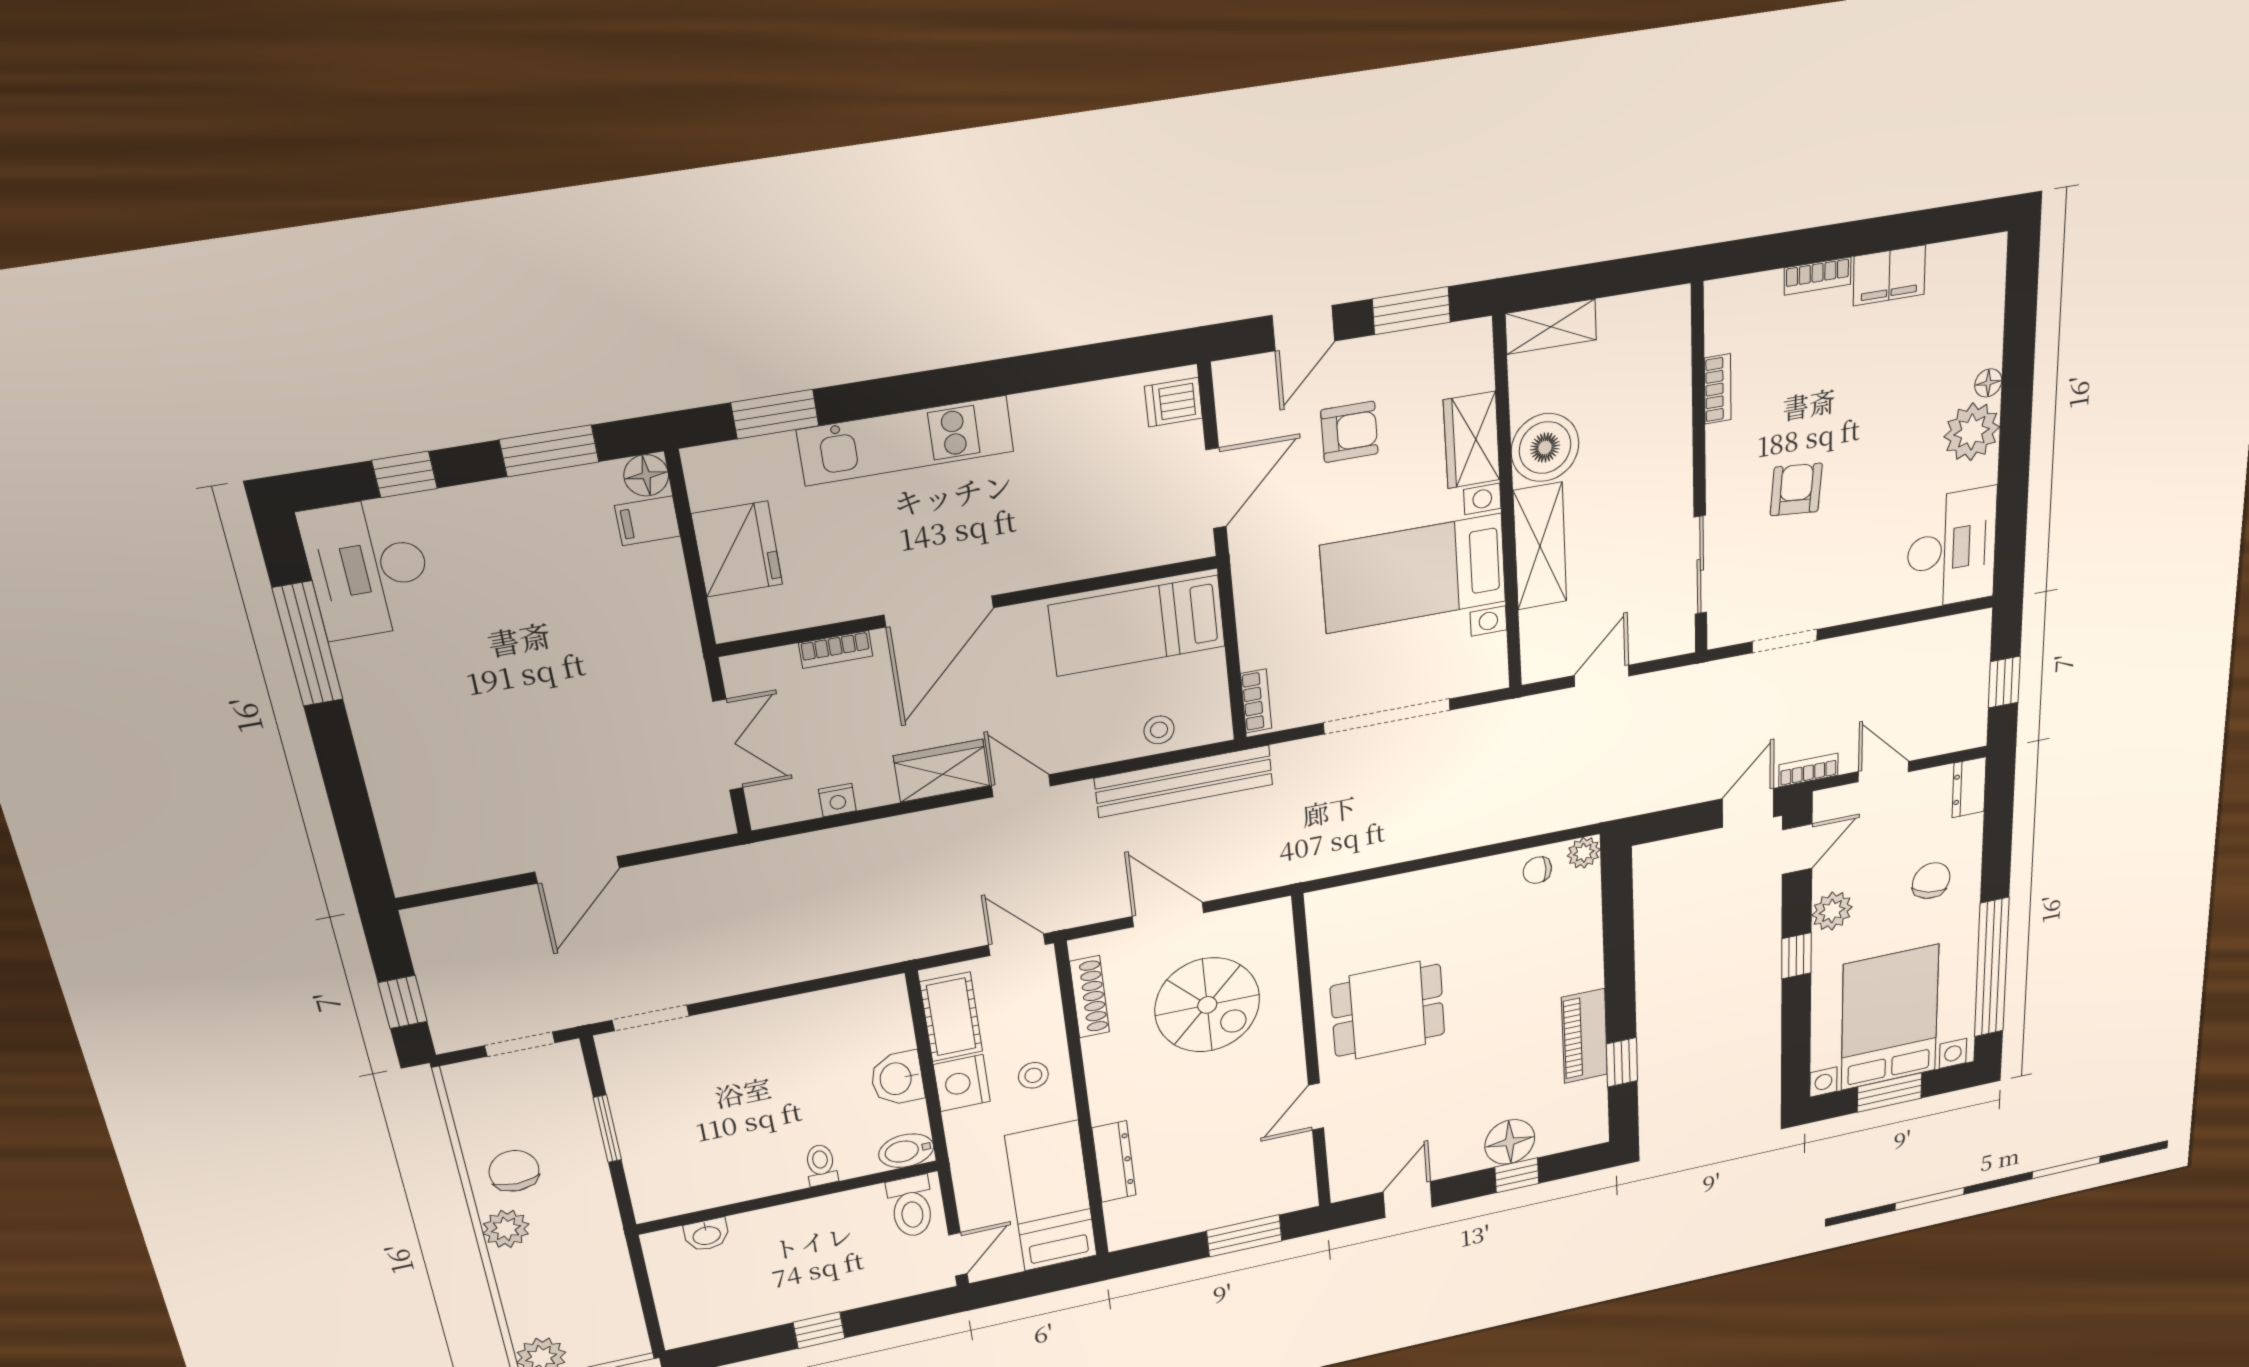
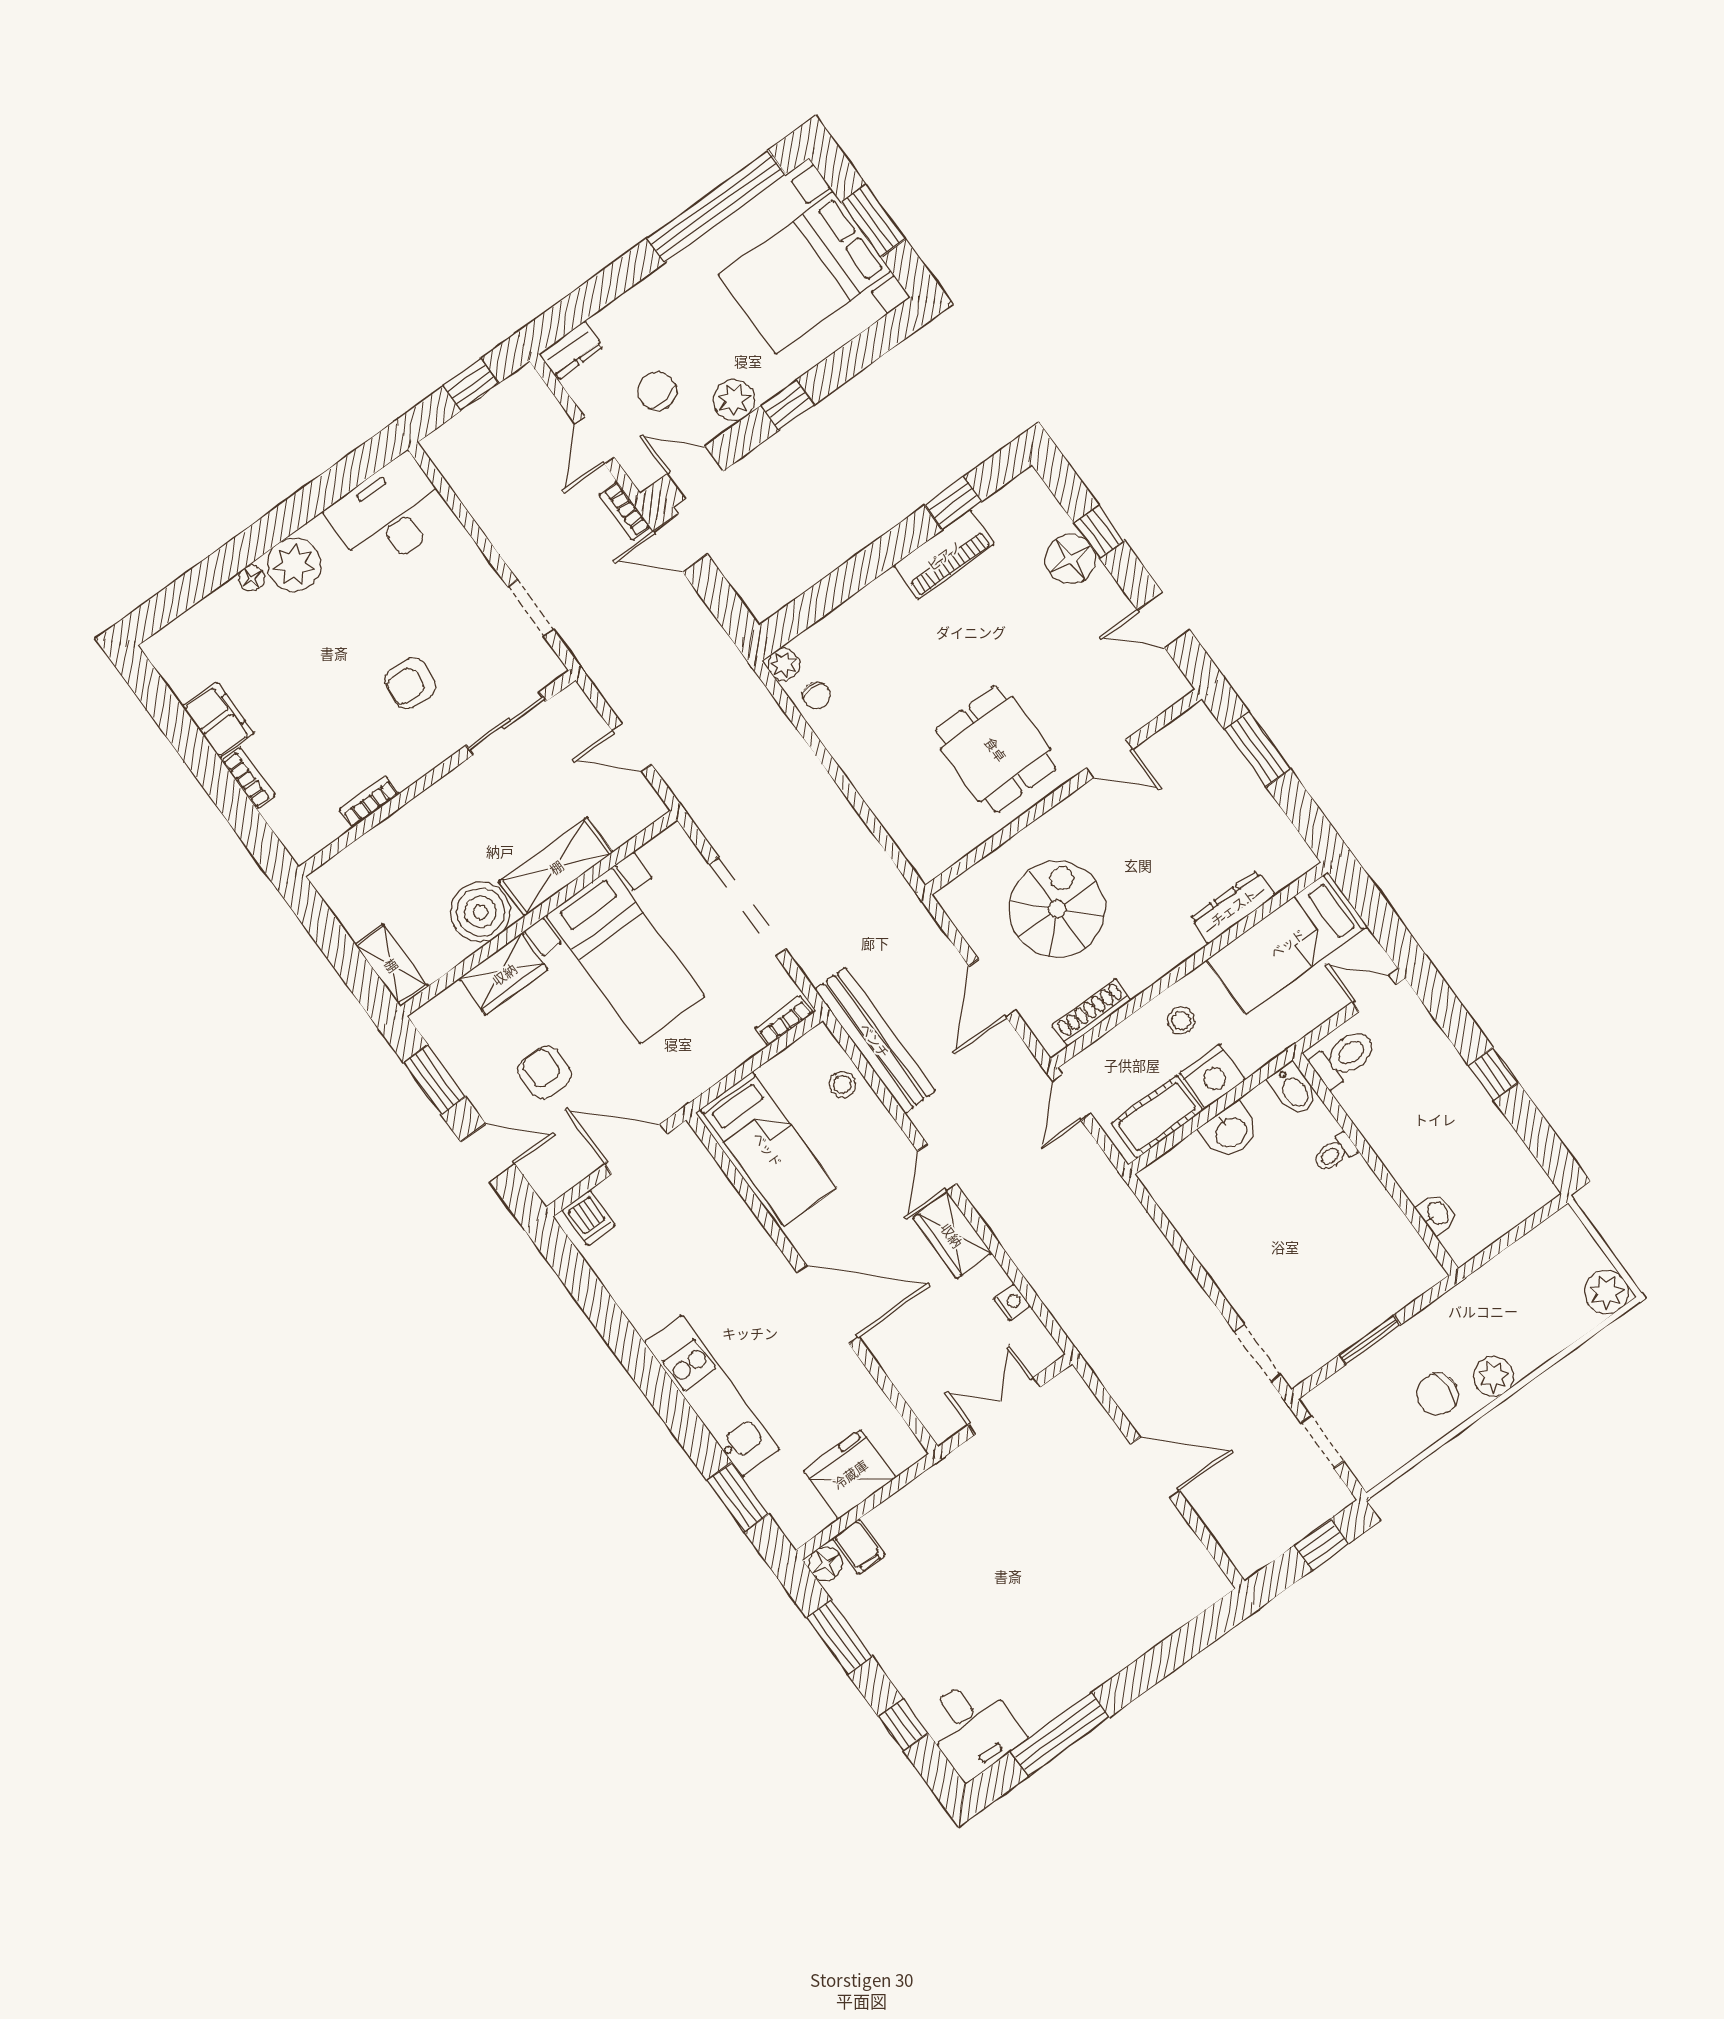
desk: (368, 568) -> (972, 1728), width x0.73
bookcase: (836, 650) -> (893, 1365), removed
chair: (1931, 881) -> (657, 391), moved, turned 69

